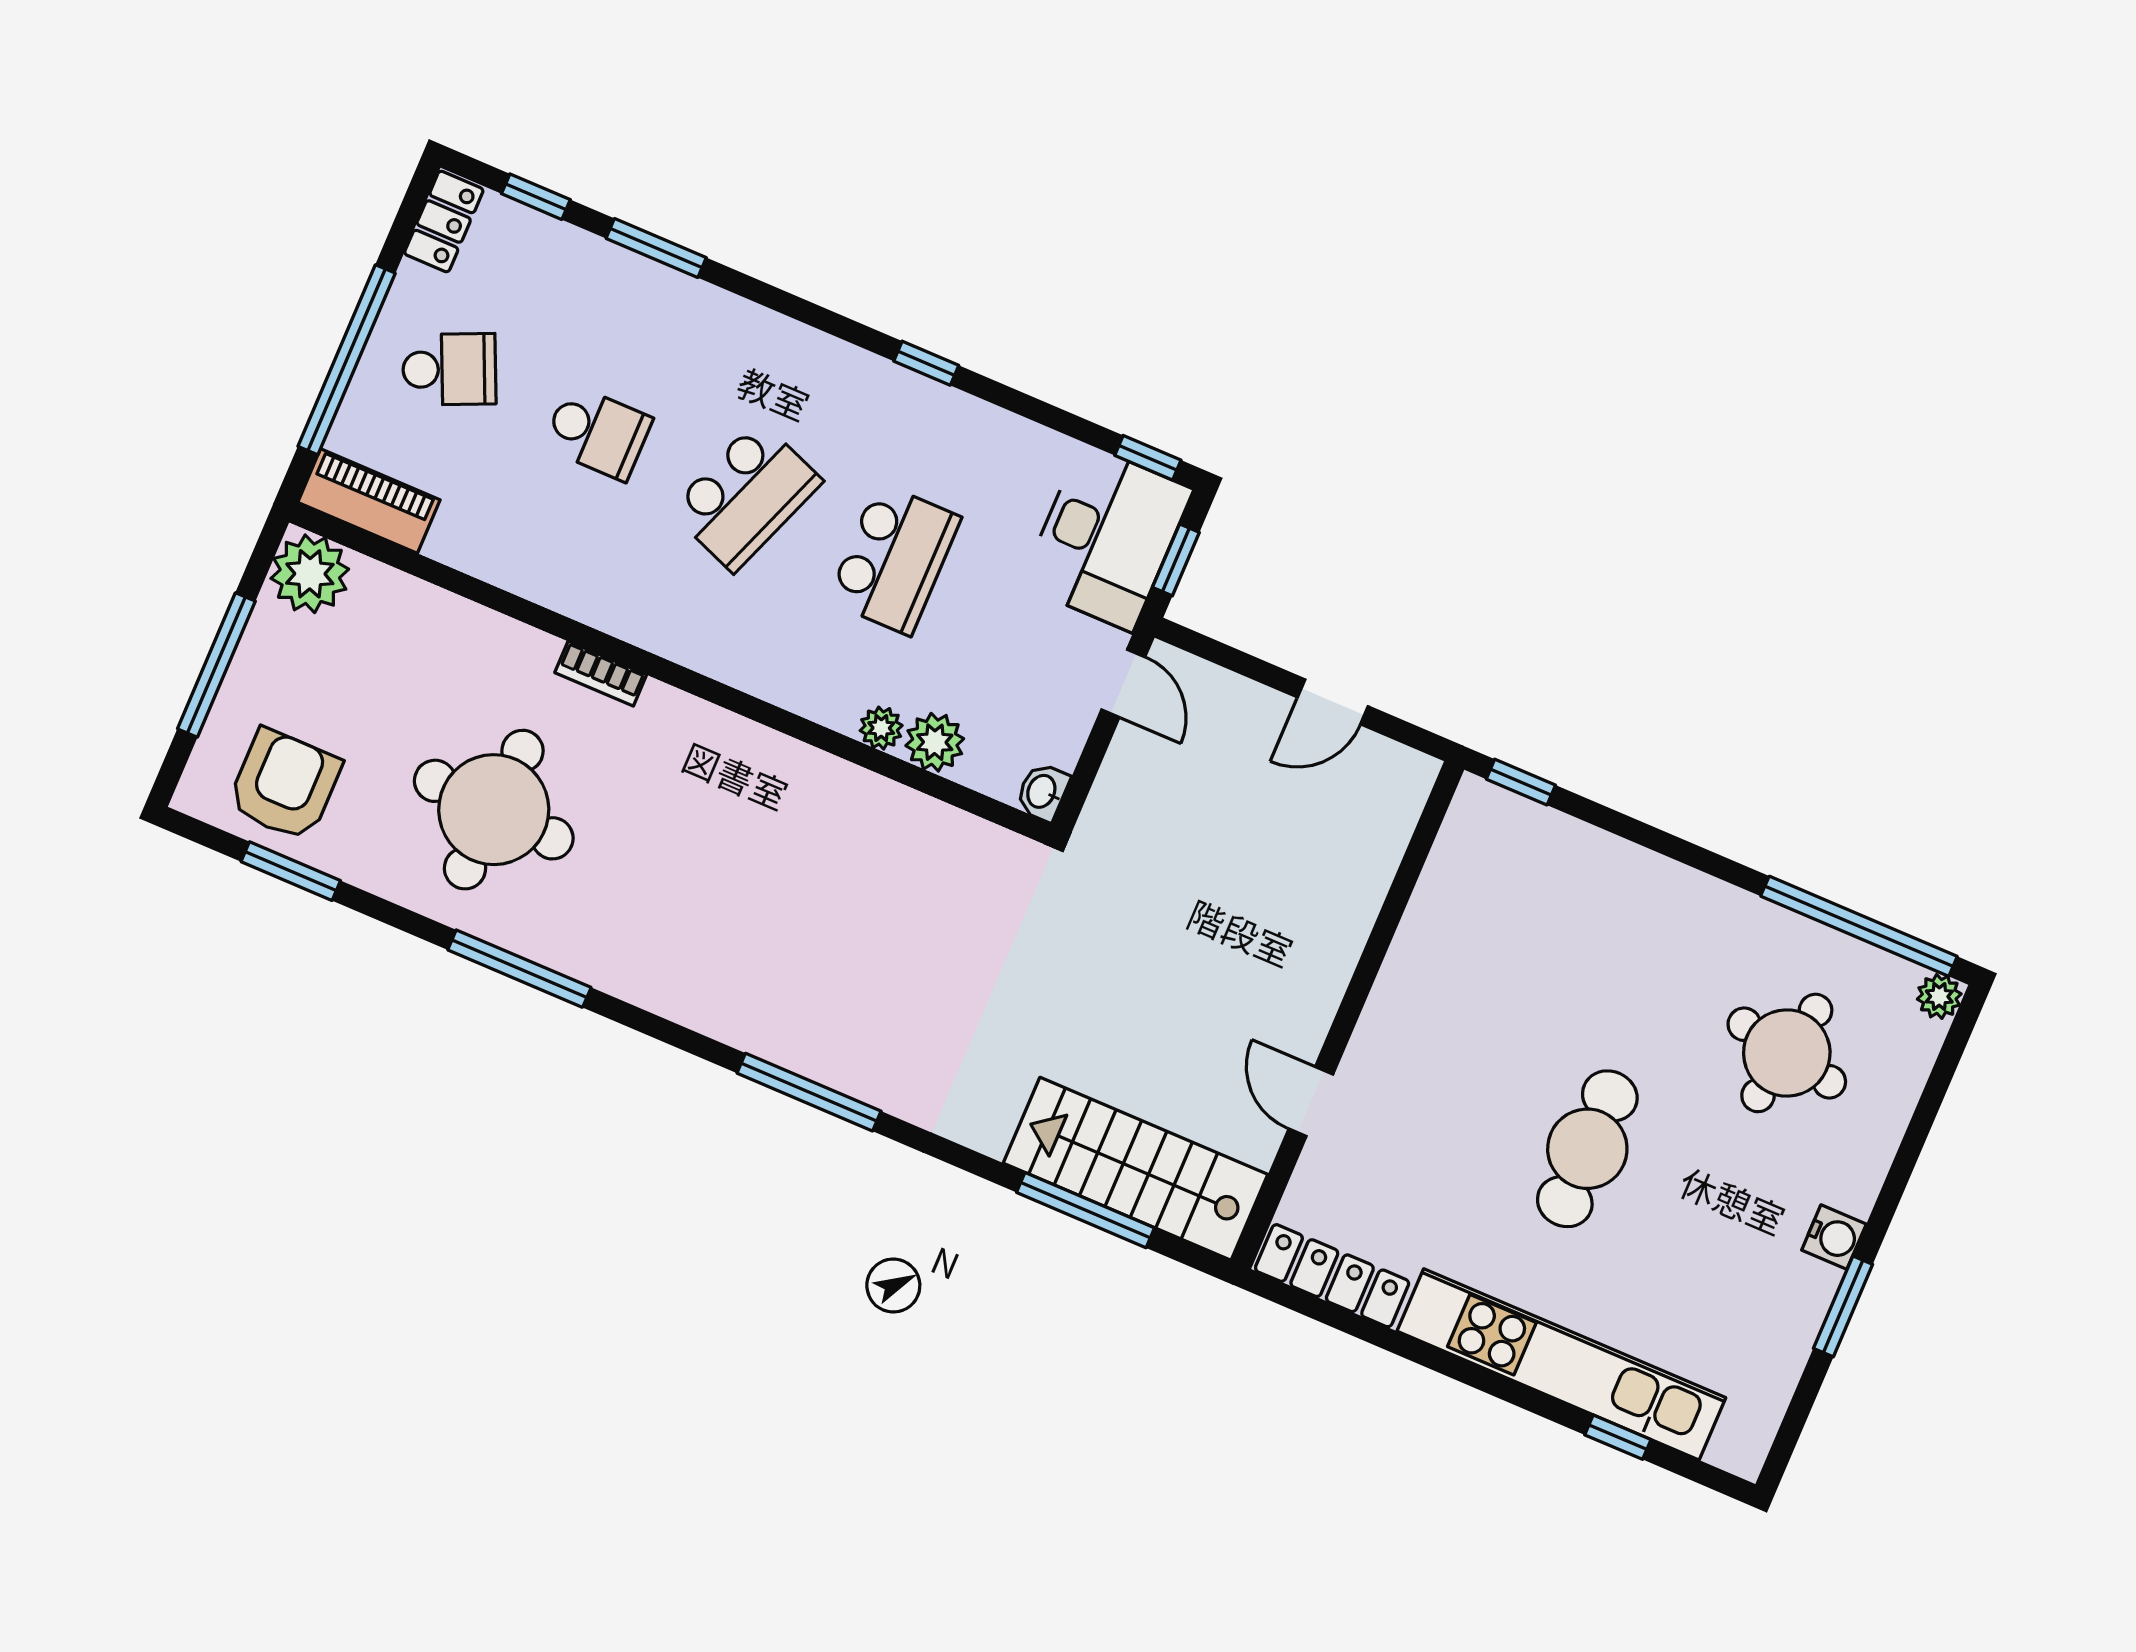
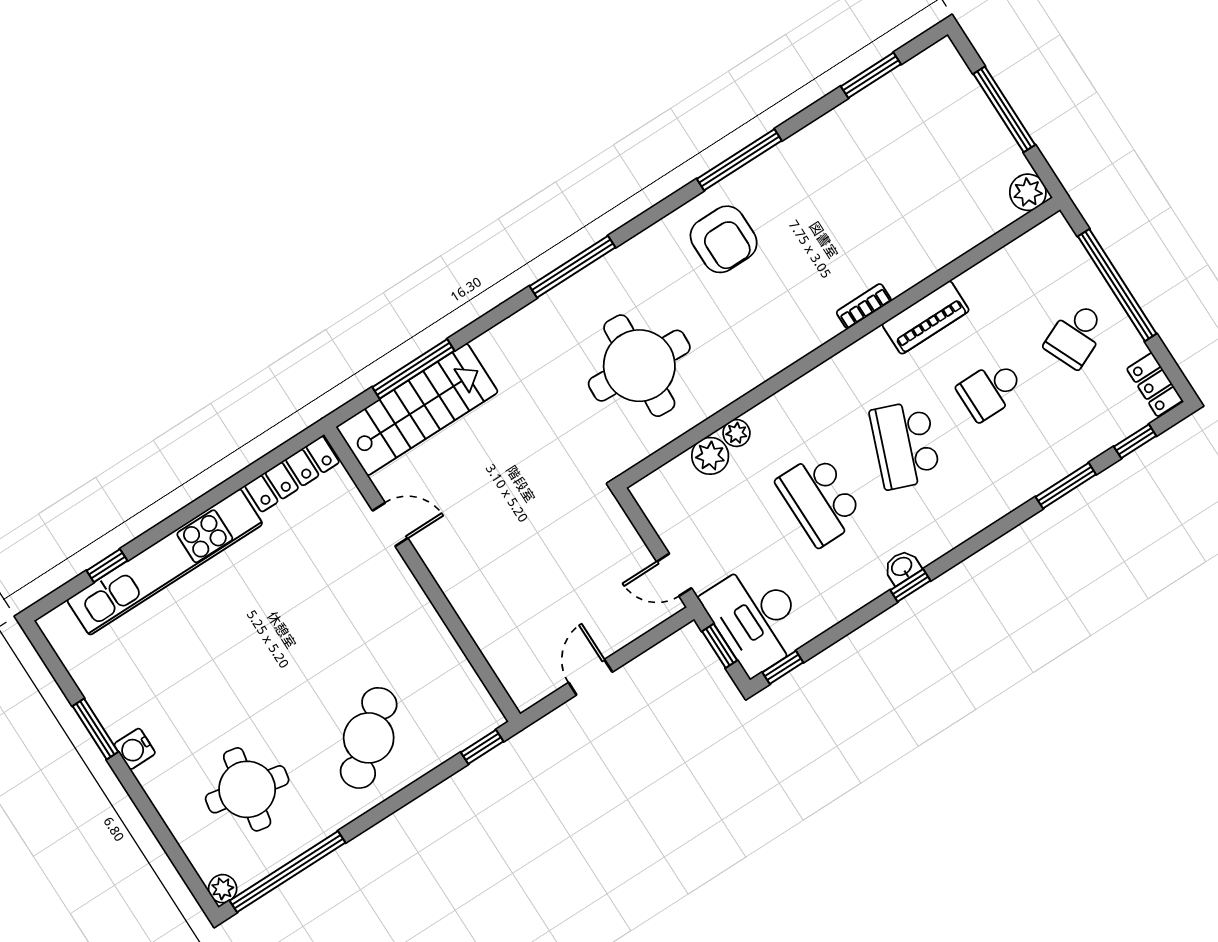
piano: (369, 501) -> (926, 317), moved
plant: (310, 574) -> (1028, 192), width x0.73, depth x0.73
armchair: (285, 785) -> (724, 239), moved
washbasin: (1042, 792) -> (902, 567), moved, turned -90
round table: (494, 810) -> (639, 366), moved
cafe table: (1587, 1149) -> (369, 738), moved, turned 50

